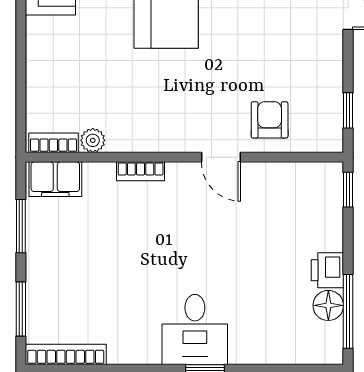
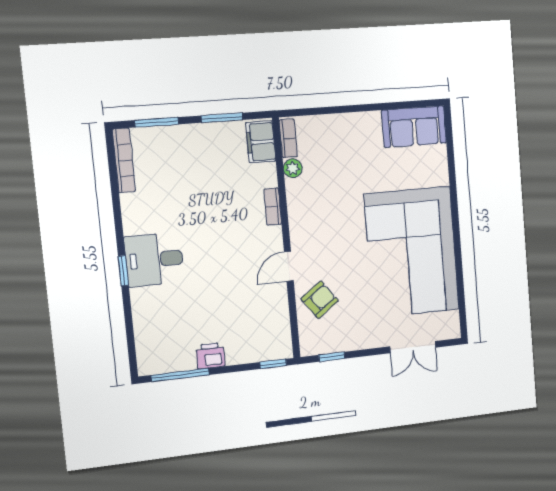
armchair: (270, 120) -> (320, 300), turned -36
floor lamp: (328, 305) -> (183, 360), removed

